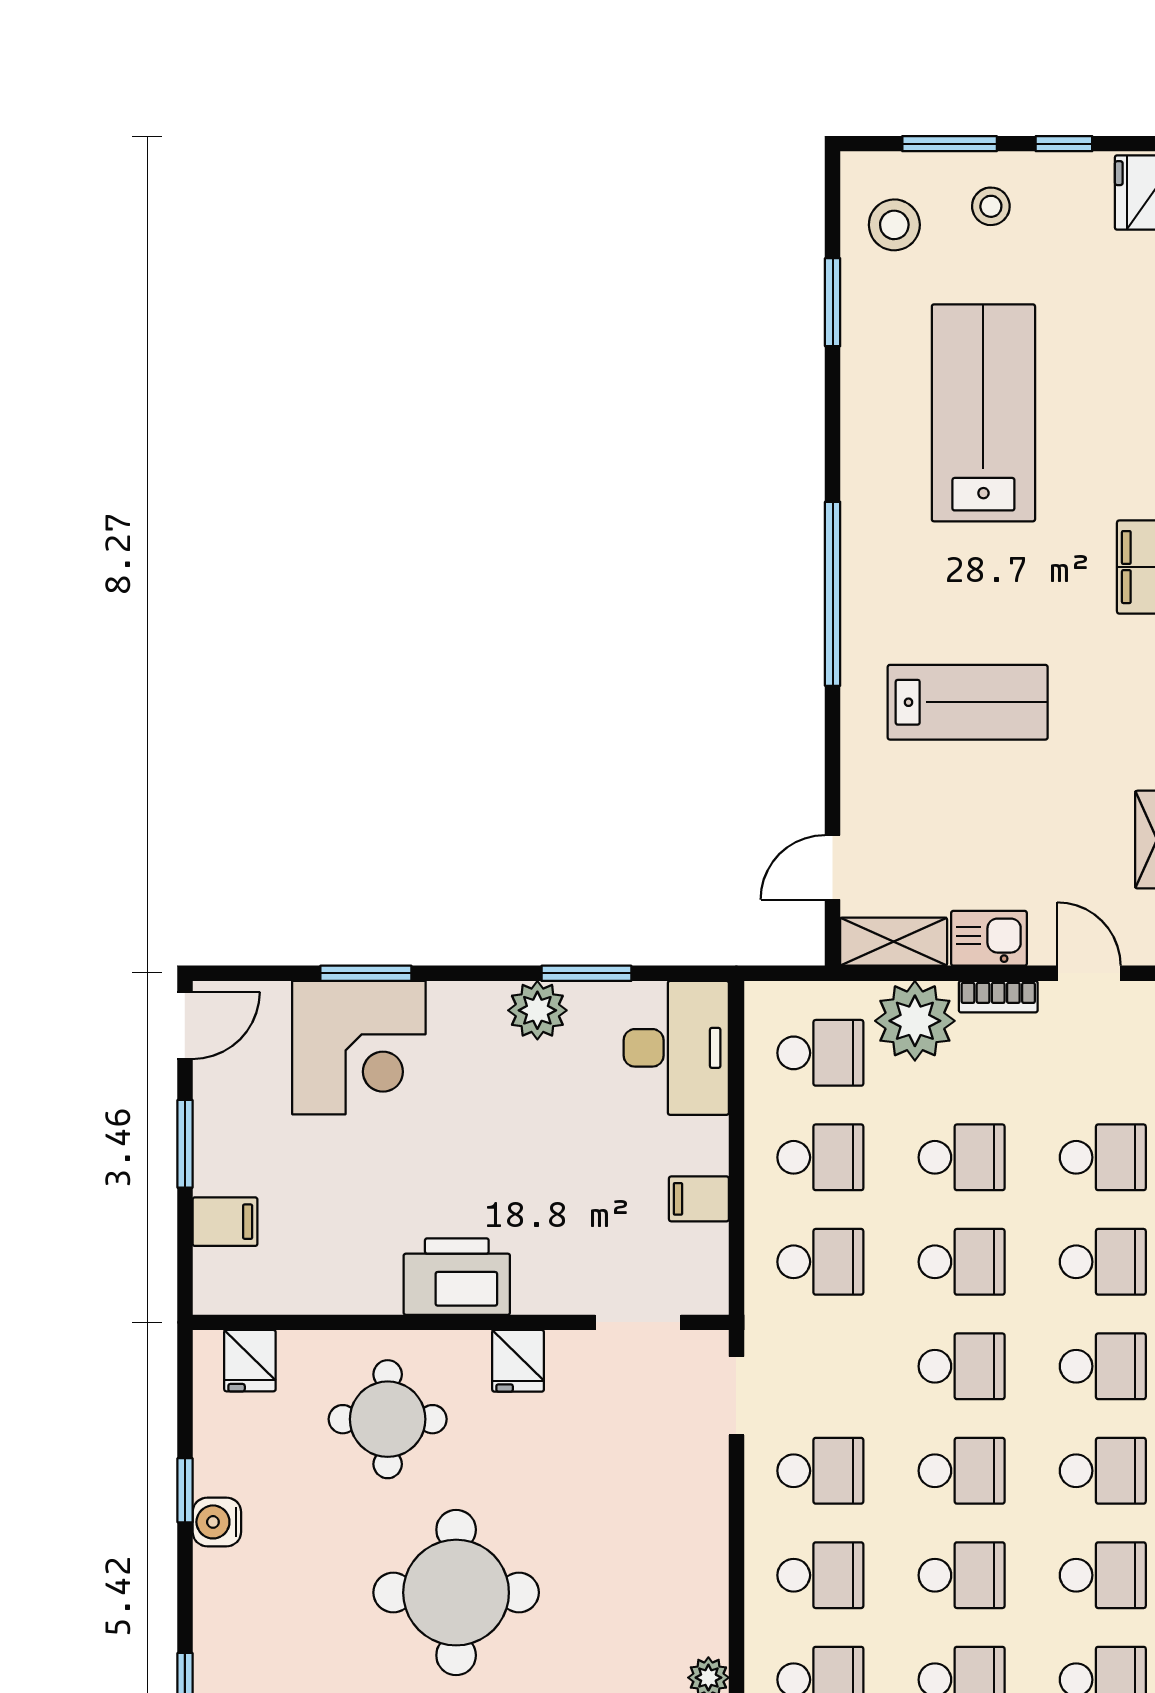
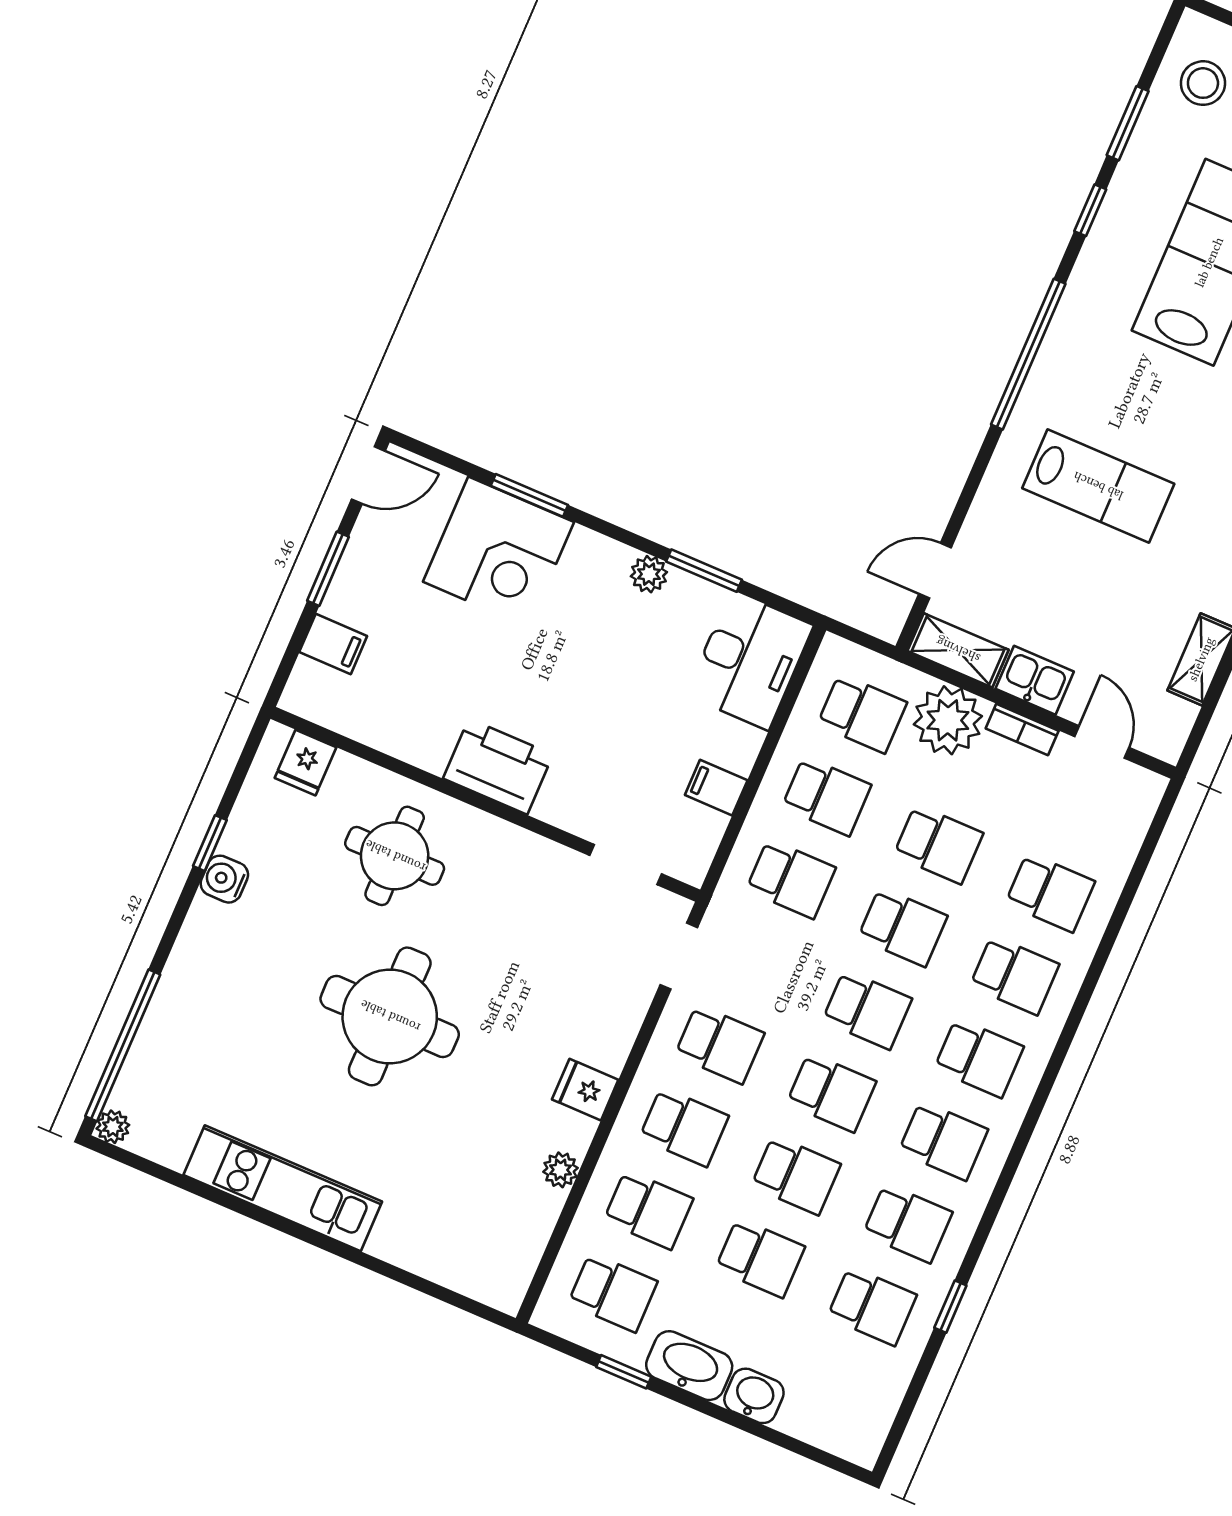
window: (833, 412) -> (1090, 210), added
plant: (537, 1010) -> (649, 574), width x0.73, depth x0.73
fridge: (518, 1361) -> (585, 1090), moved, turned 90

